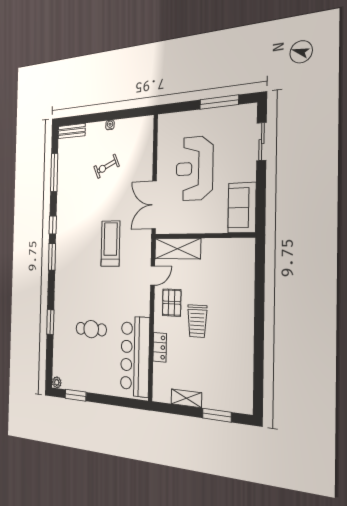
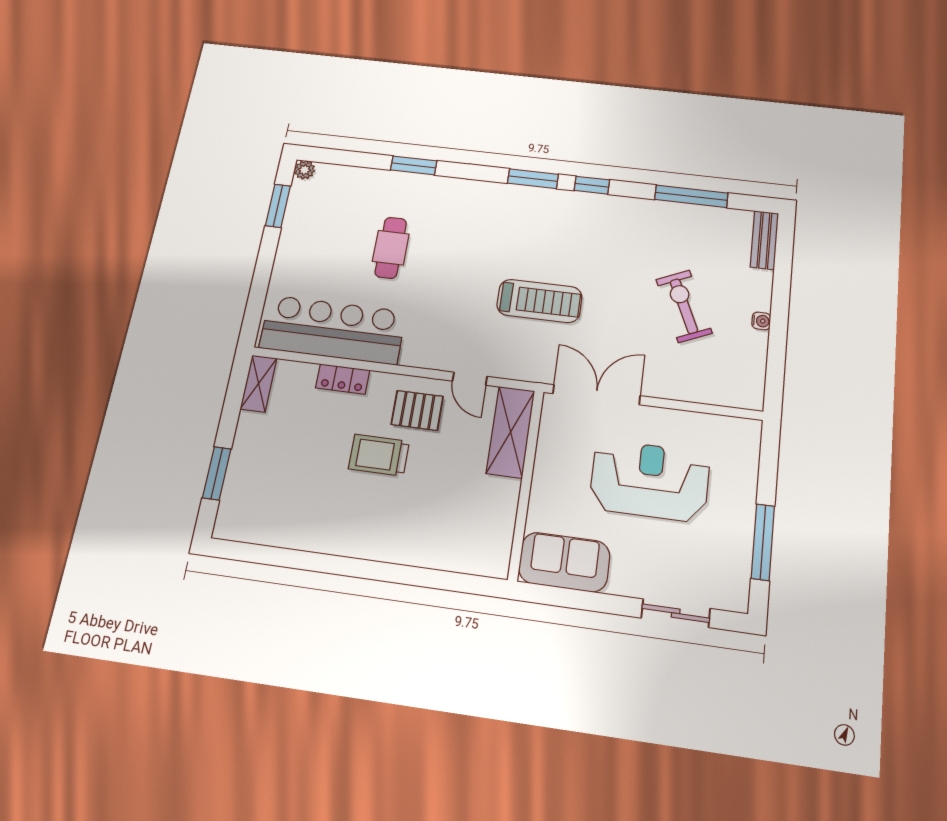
exercise bike: (106, 166) -> (684, 306), width x1.38, depth x1.39
shelving: (186, 398) -> (259, 384), moved

